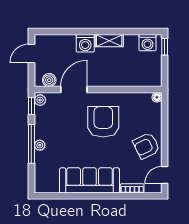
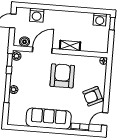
shelving: (109, 41) -> (70, 46), moved
washing machine: (85, 43) -> (37, 15), moved

